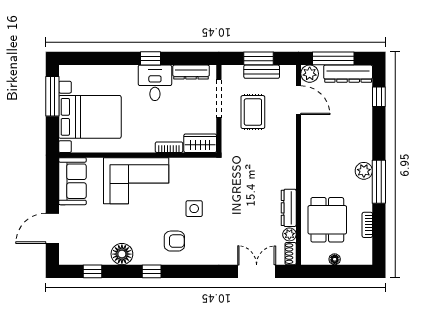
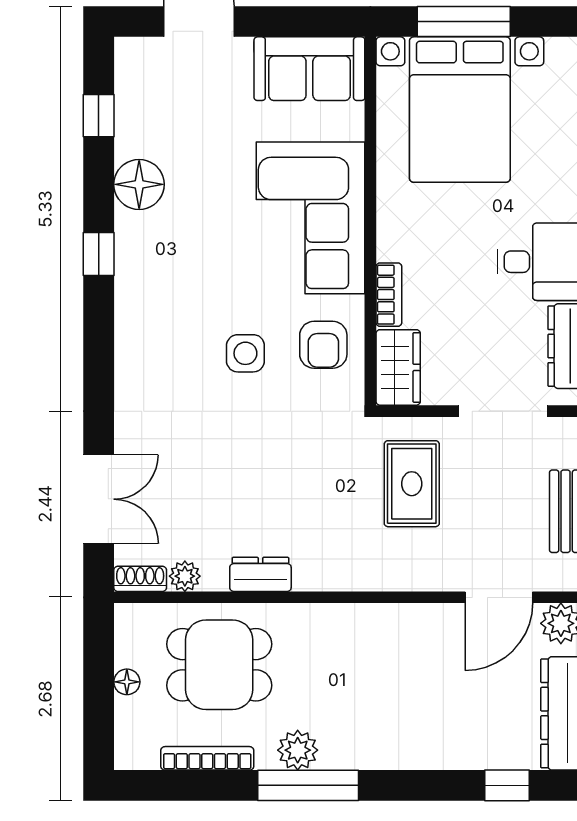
window: (52, 96) -> (464, 22), moved
rug: (253, 112) -> (412, 484), moved, turned 90
plant: (364, 171) -> (298, 750), moved
dresser: (289, 208) -> (260, 574), width x0.70
bookcase: (367, 225) -> (207, 758), width x1.56
armchair: (174, 241) -> (323, 345), moved

